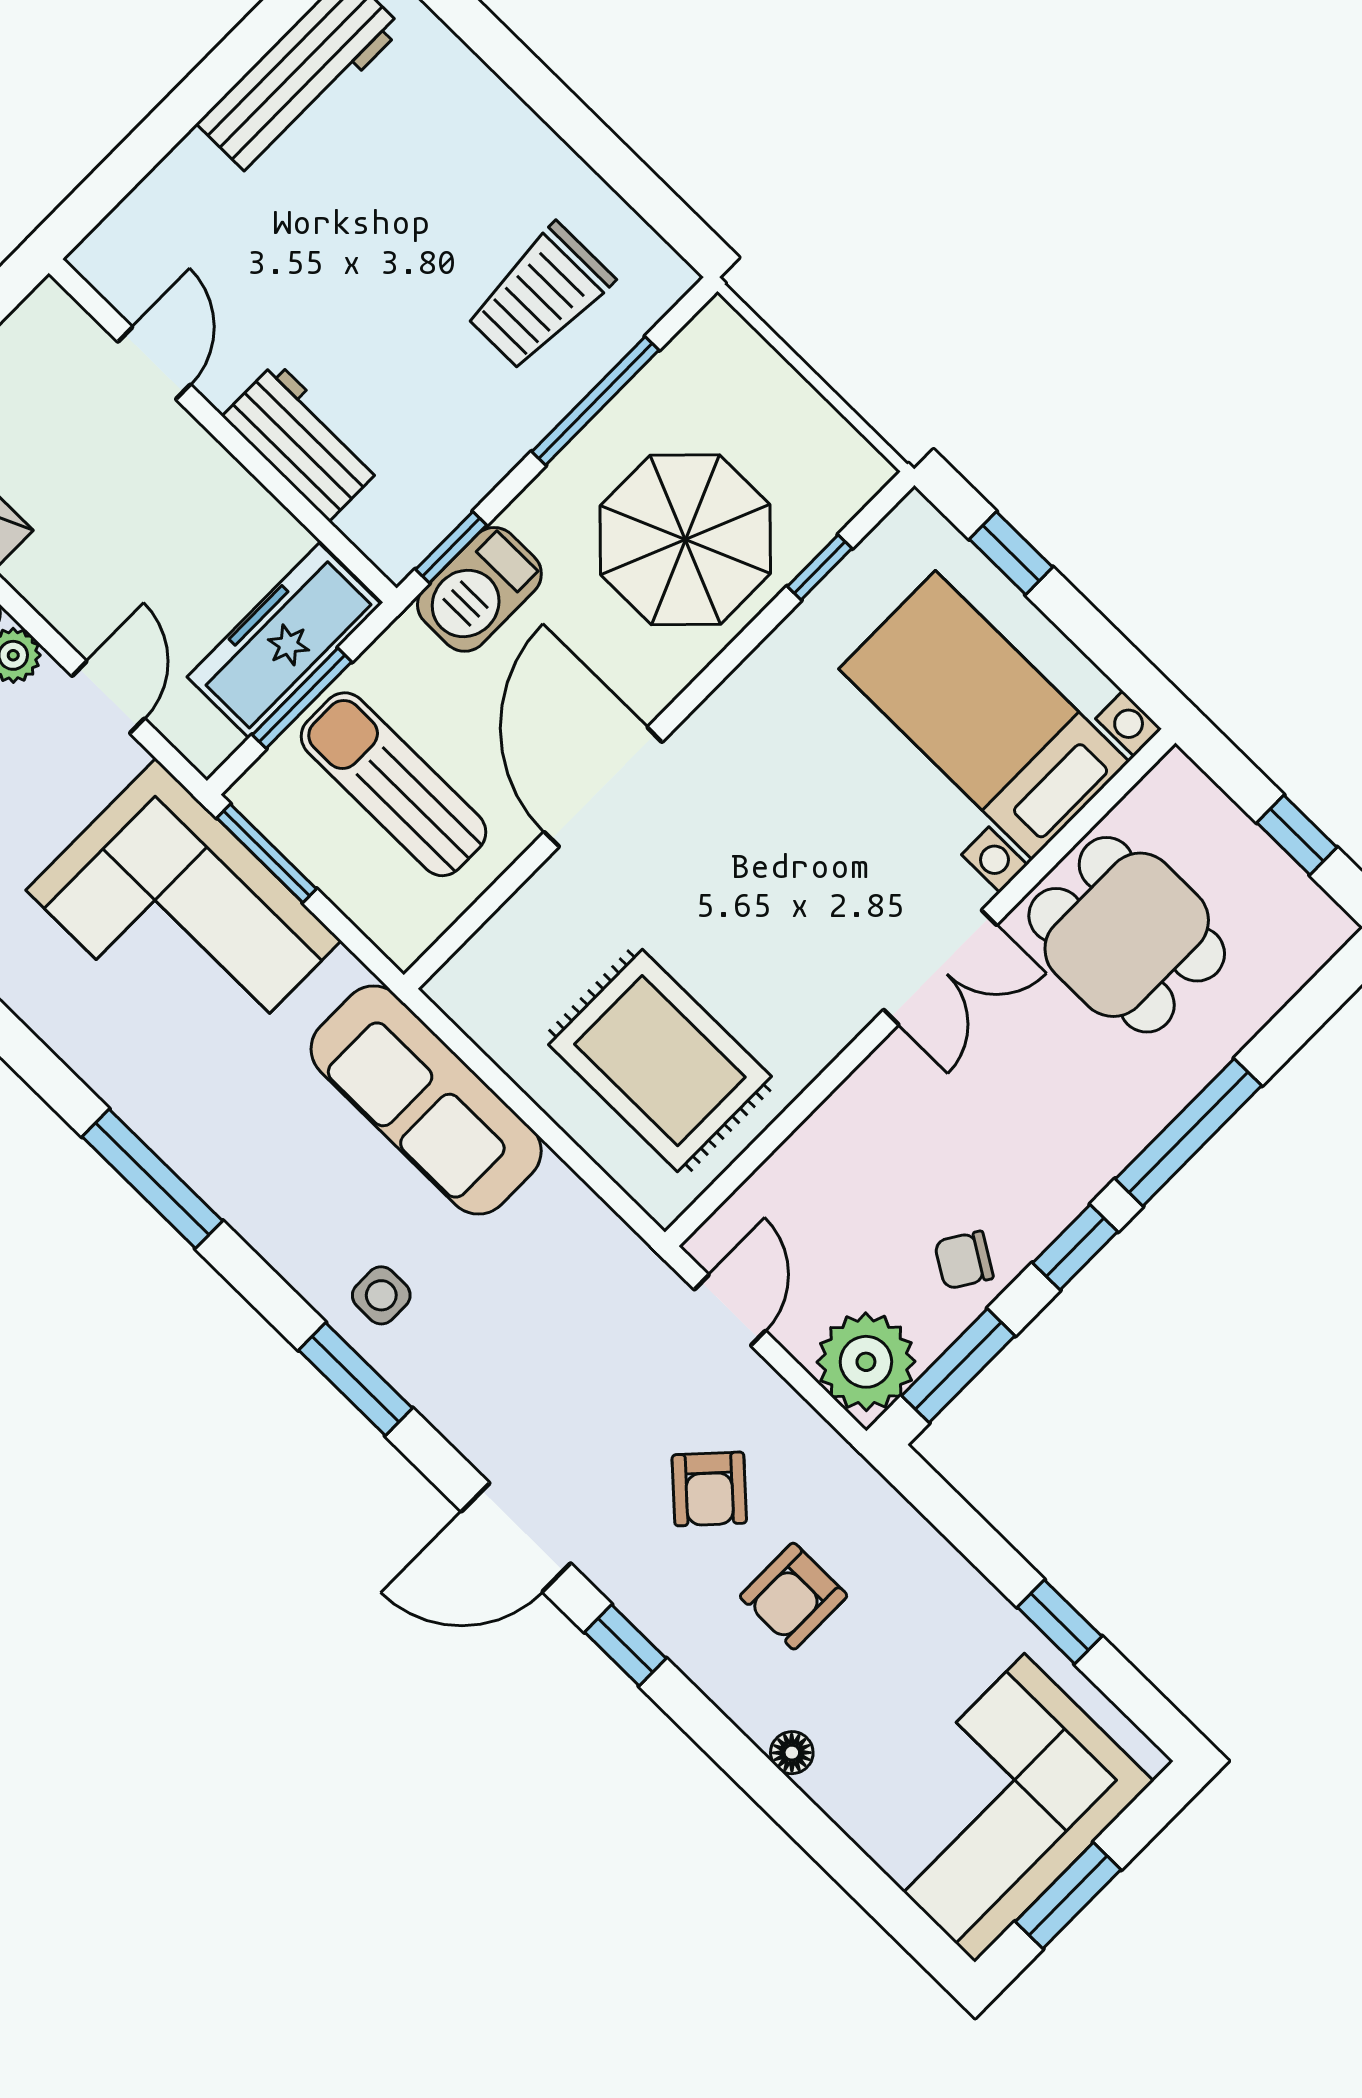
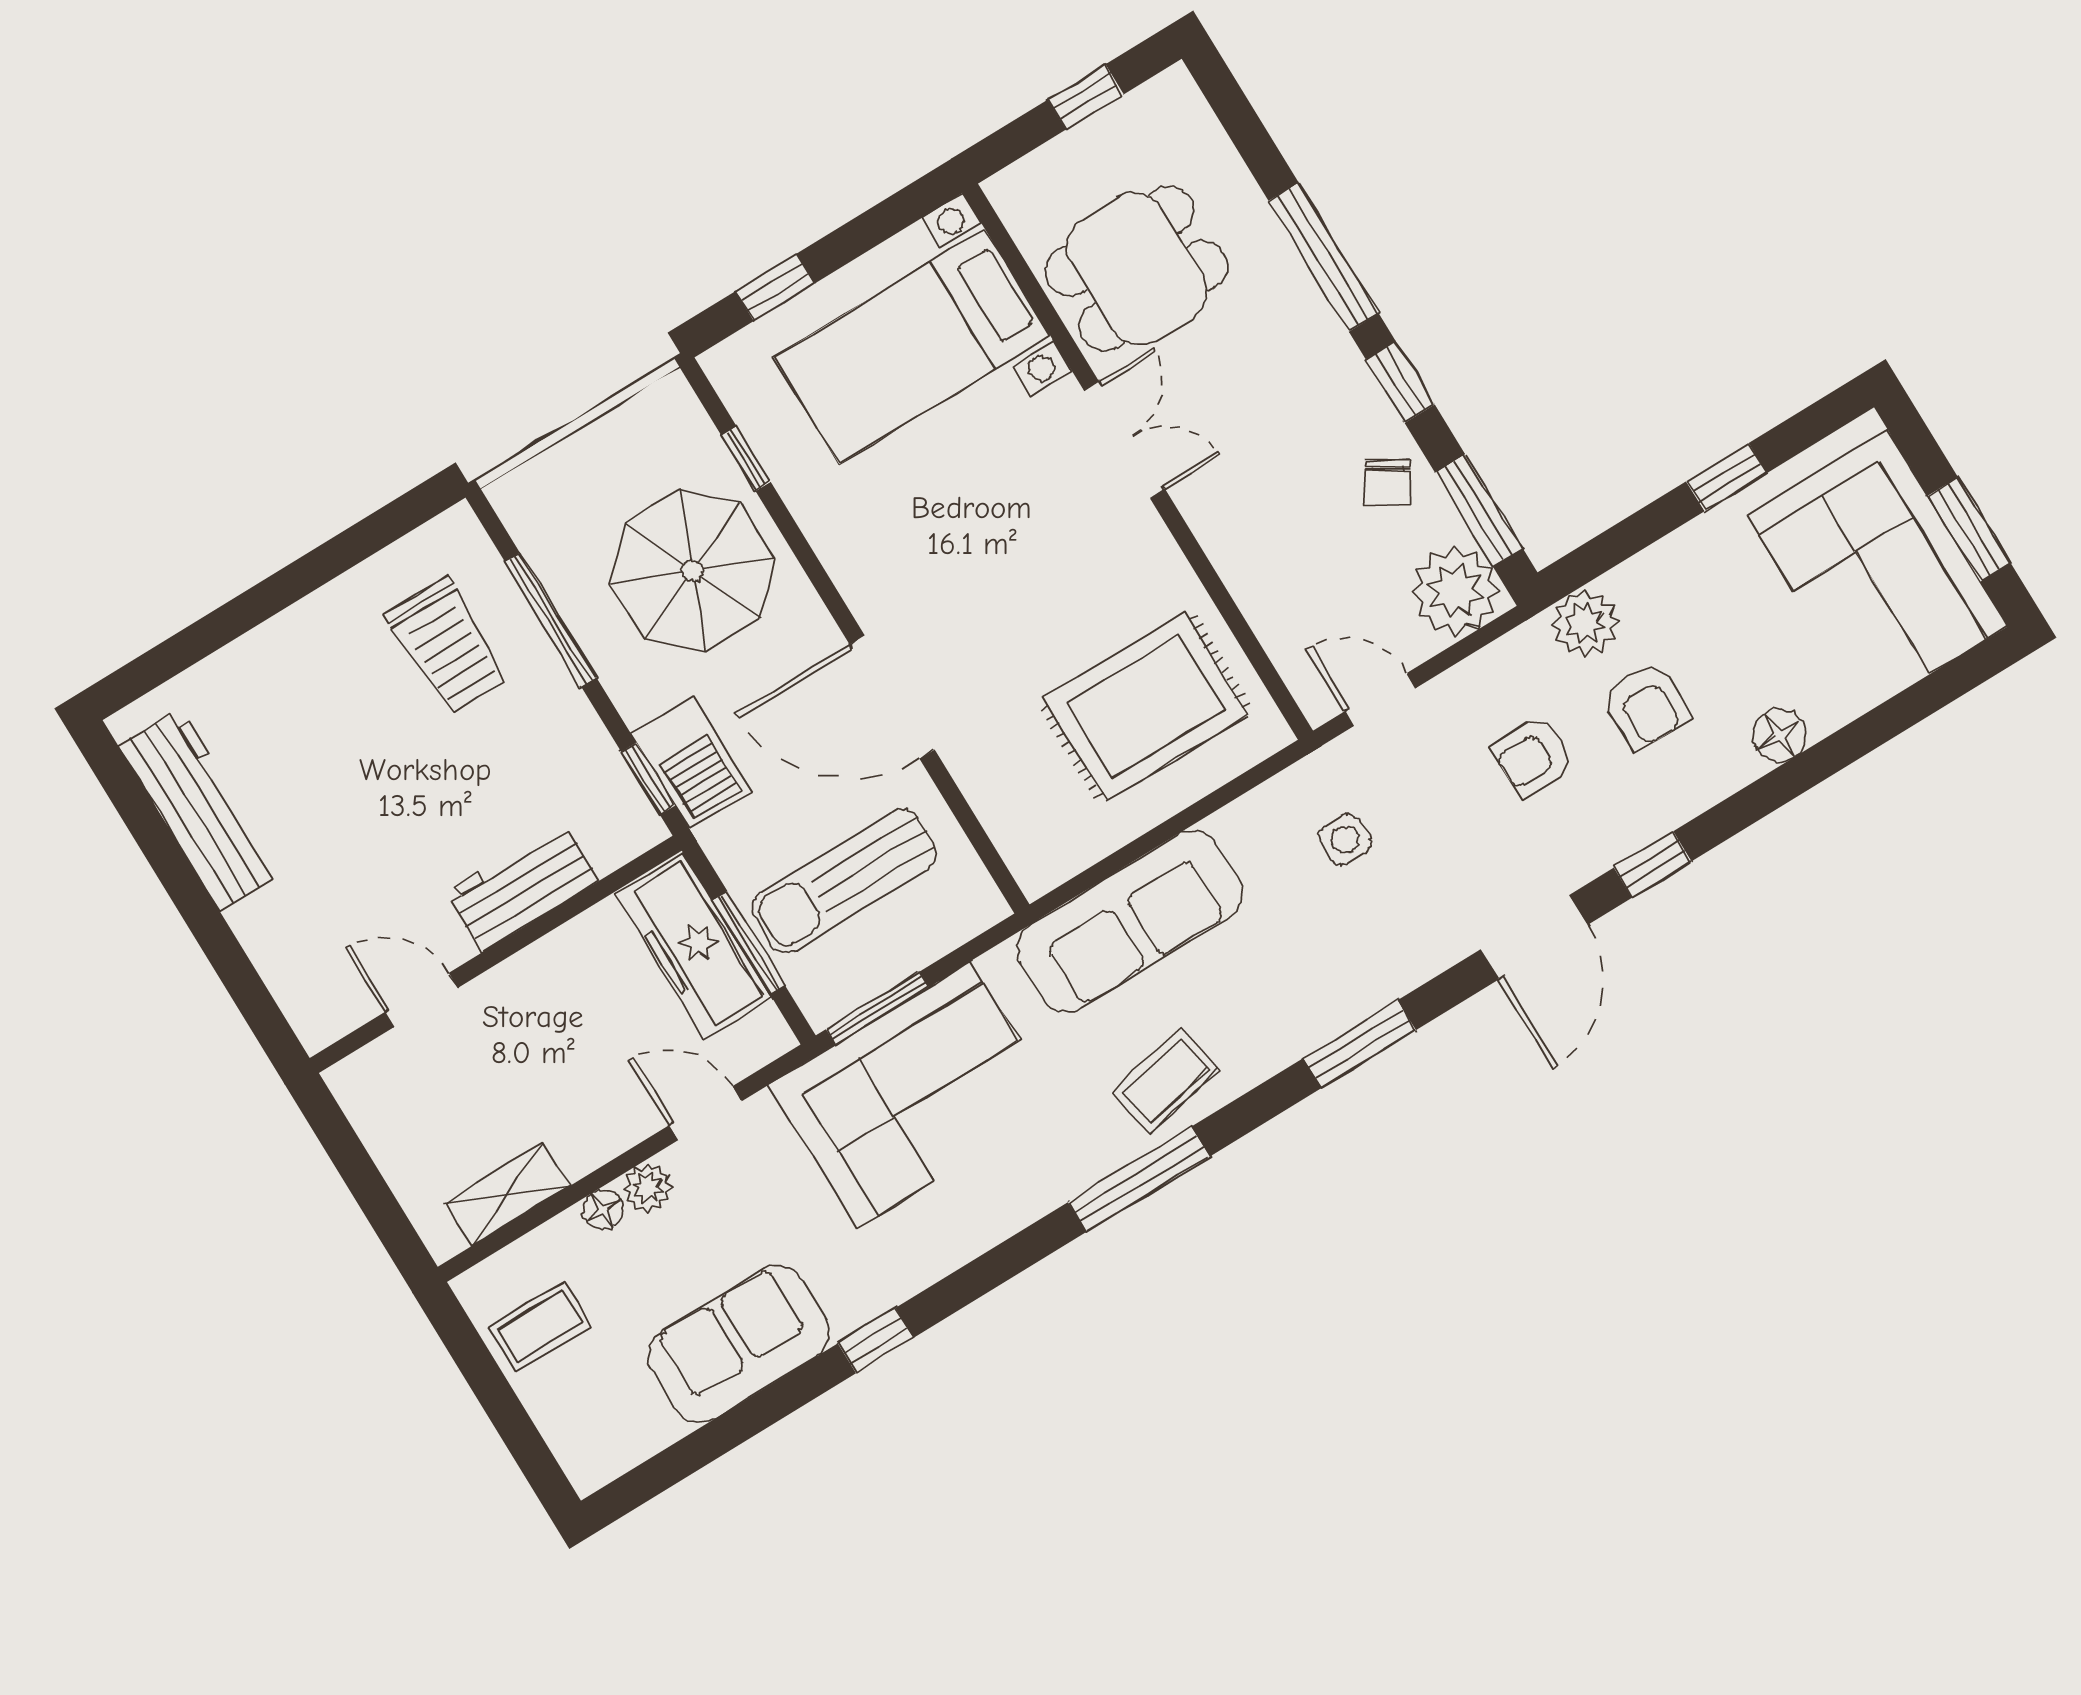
coffee table: (265, 1181) -> (1165, 1081), added
side table: (381, 1295) -> (1345, 840), moved
armchair: (709, 1489) -> (1533, 757), turned 137
plant: (866, 1509) -> (1585, 623), added
floor lamp: (792, 1753) -> (1780, 735), width x1.37, depth x1.37

